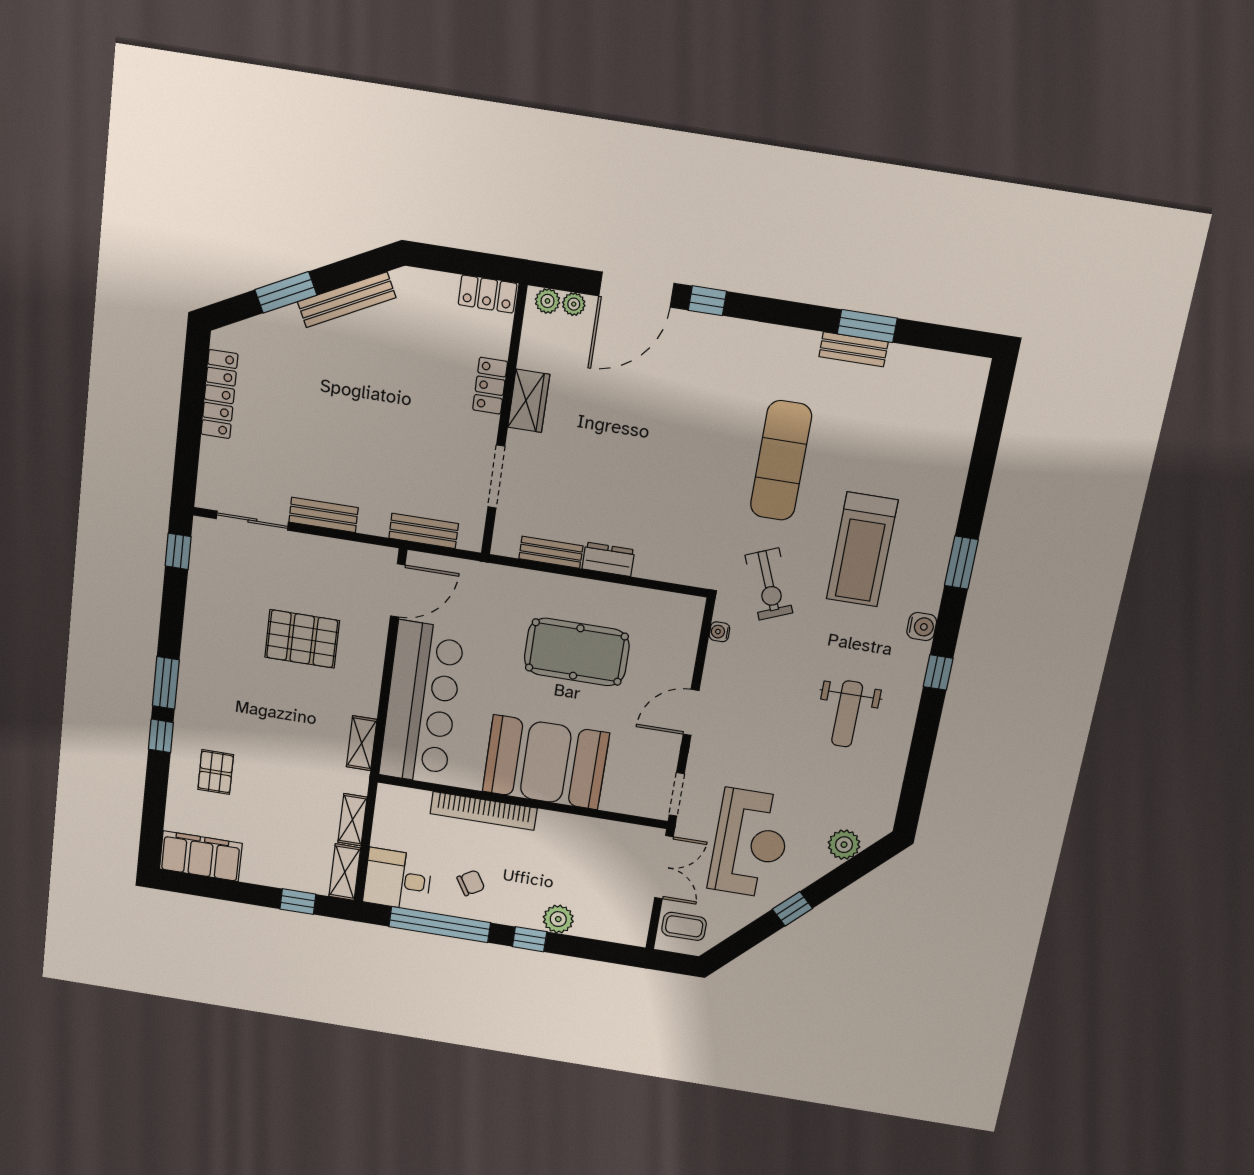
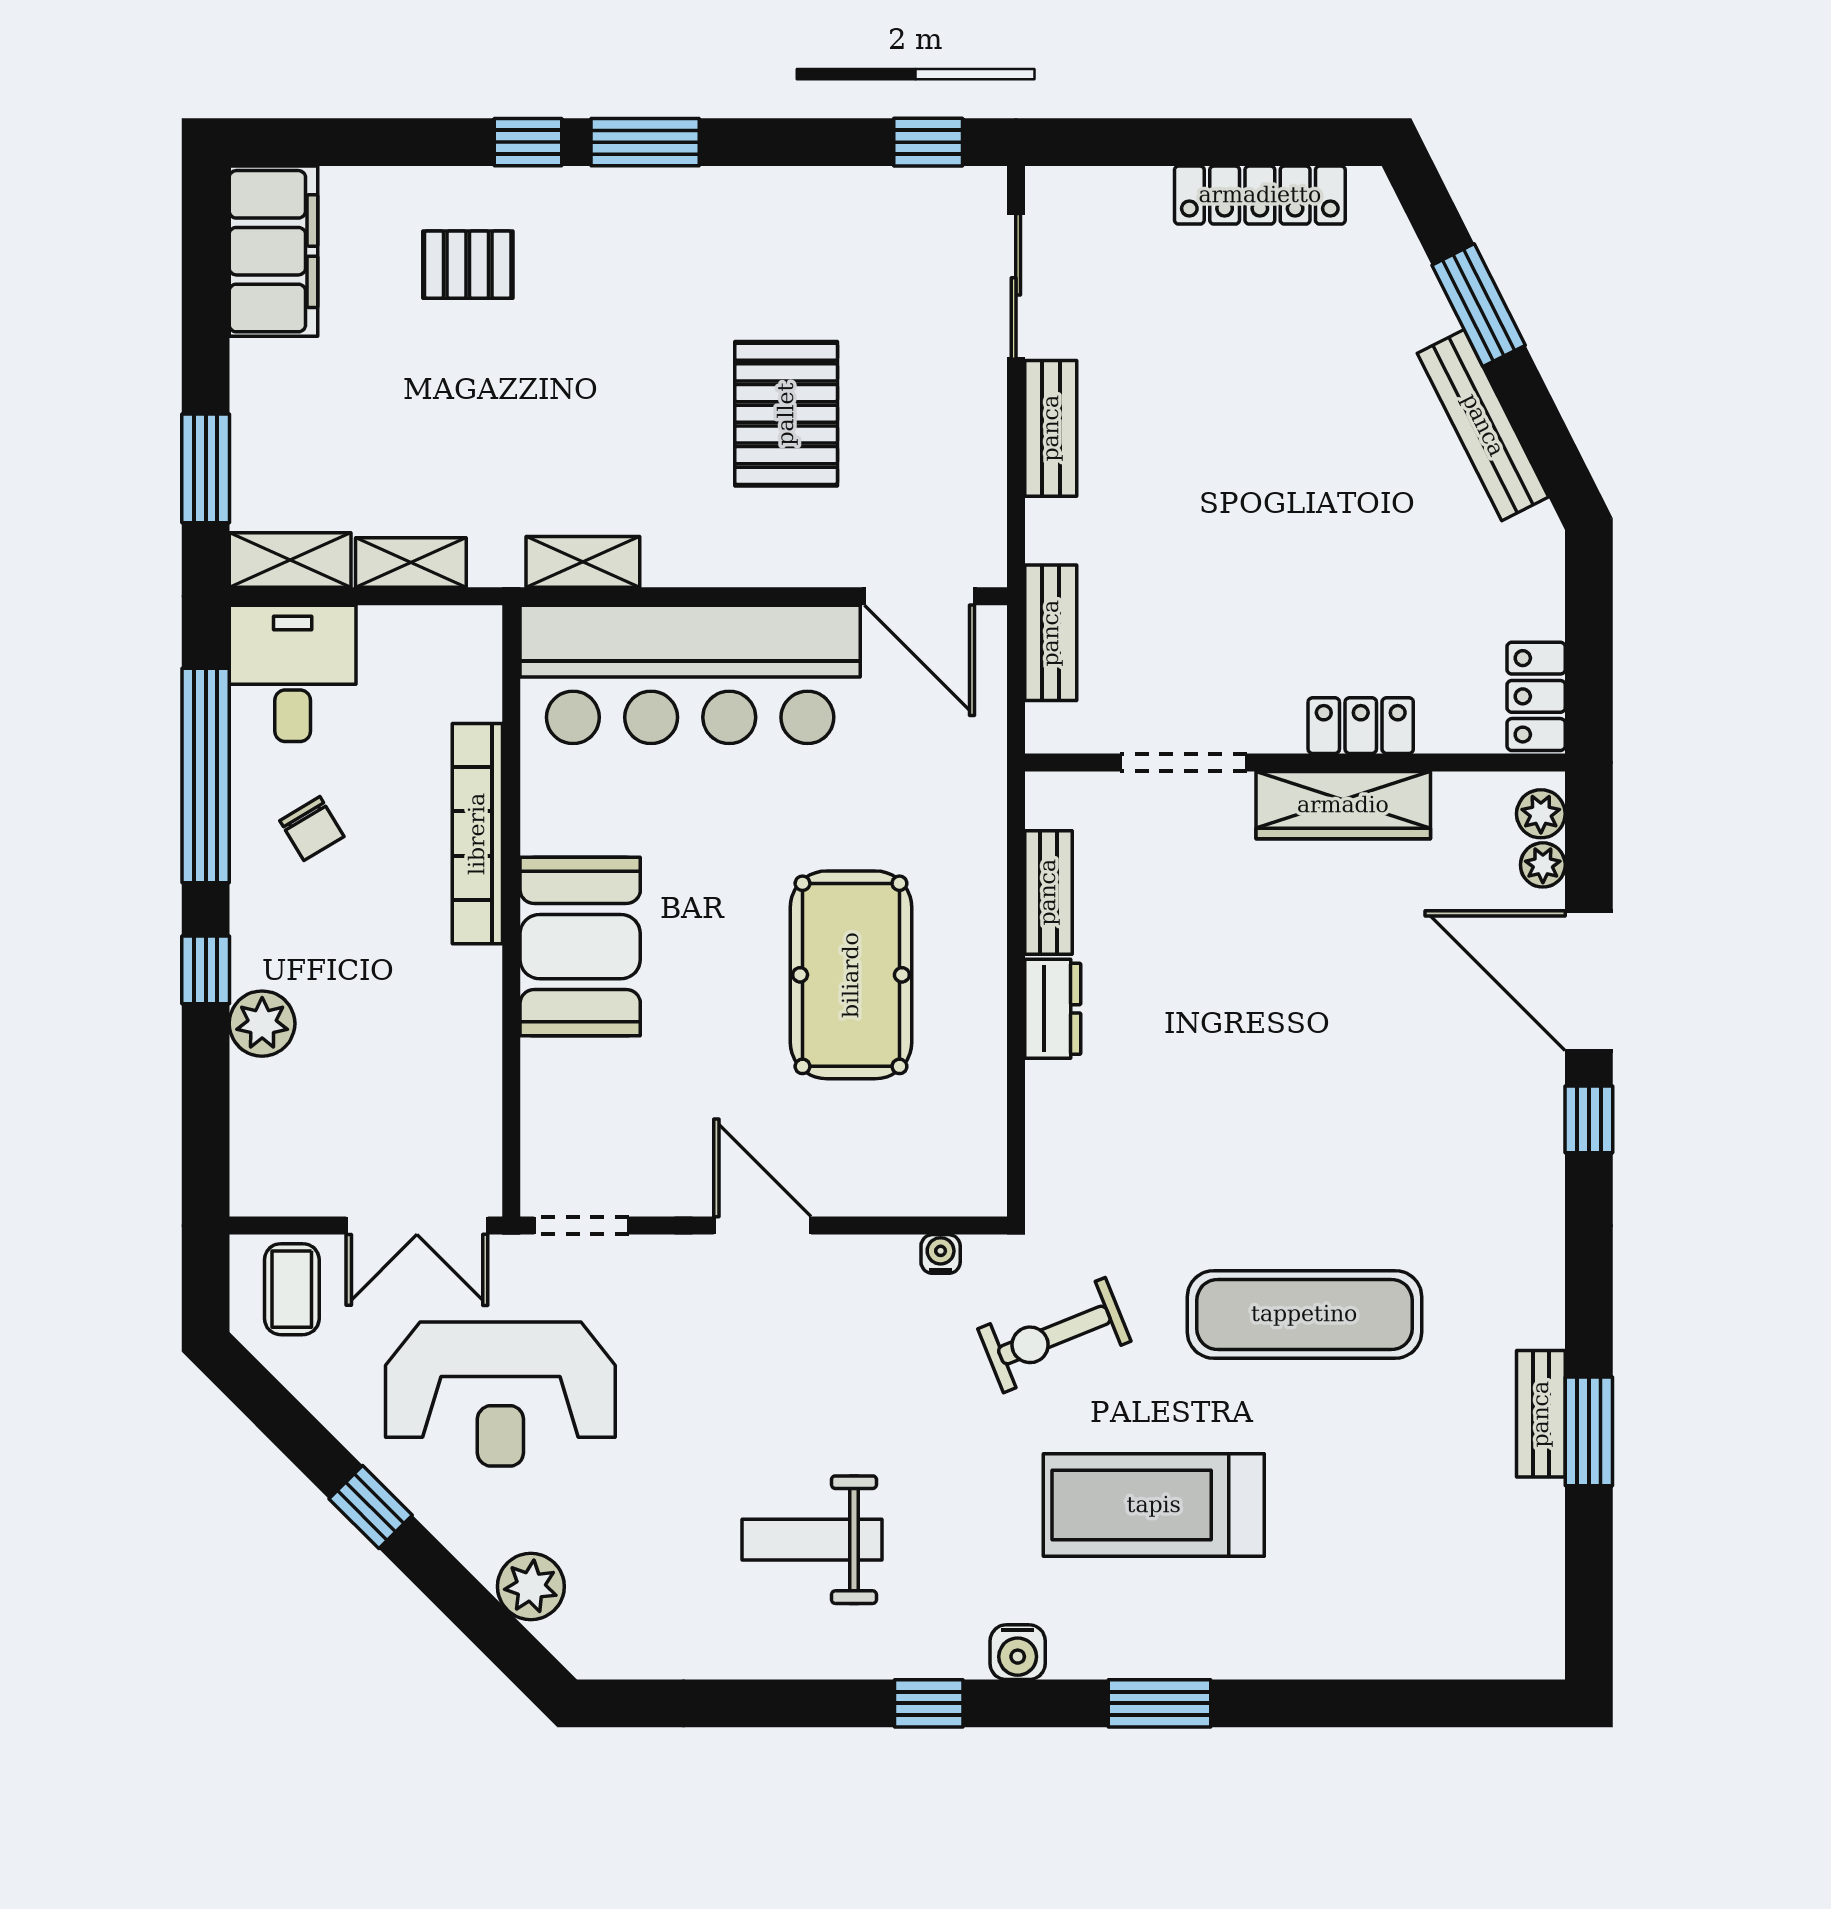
wardrobe: (529, 401) -> (1343, 805), width x1.50
booth: (546, 762) -> (580, 947), width x0.73, depth x0.70
window: (298, 902) -> (206, 468), width x1.50

